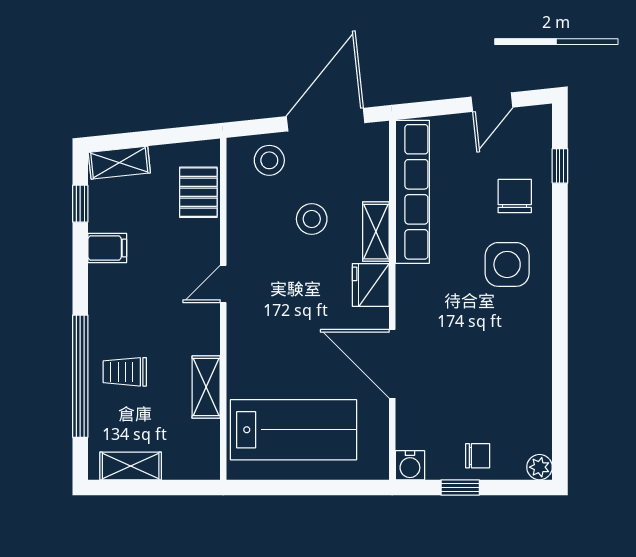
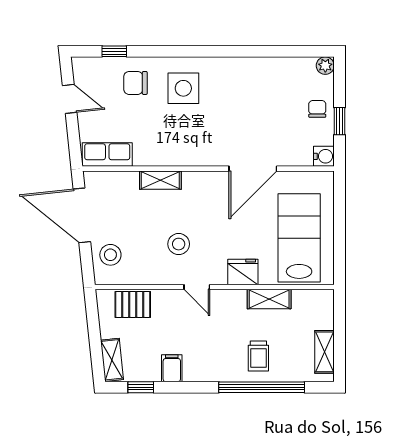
row of seats: (412, 192) -> (107, 155), width x0.50
stool: (312, 219) -> (179, 244), moved
fridge: (371, 285) -> (243, 272), moved, turned 180

